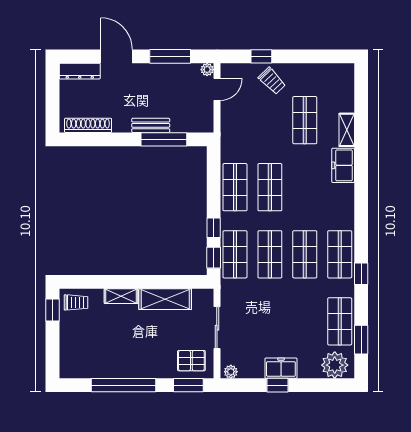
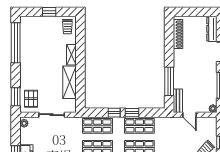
door: (217, 89) -> (190, 115), moved
bench: (151, 125) -> (178, 101), moved
window: (214, 258) -> (132, 113), moved
window: (53, 310) -> (49, 12), moved
window: (124, 385) -> (16, 43), moved

